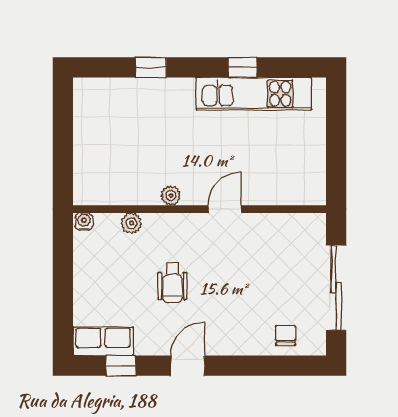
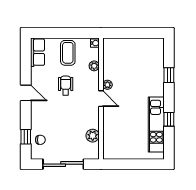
door: (225, 209) -> (101, 99), moved
plant: (277, 226) -> (93, 136), added
coffee table: (104, 278) -> (68, 53), added
wheelchair: (172, 283) -> (66, 86), turned 90
window: (121, 366) -> (26, 137), moved

